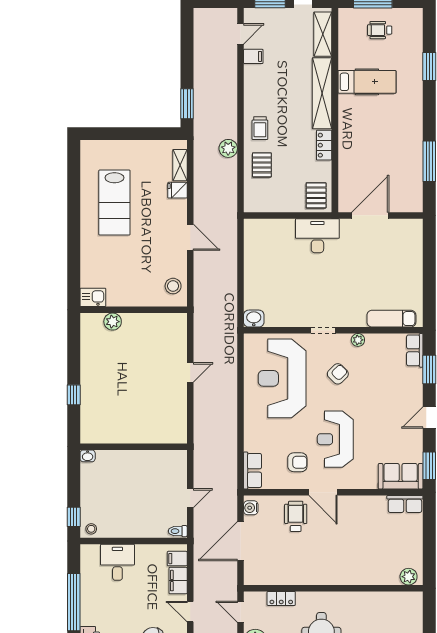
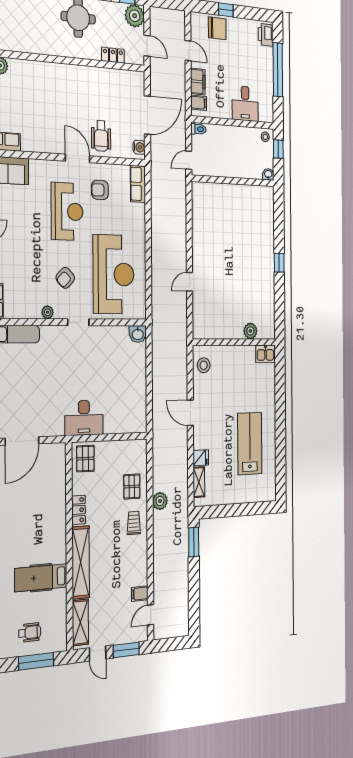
door: (370, 215) -> (22, 441), moved
wall: (134, 447) -> (233, 181), moved
washbasin: (88, 456) -> (268, 174), moved

